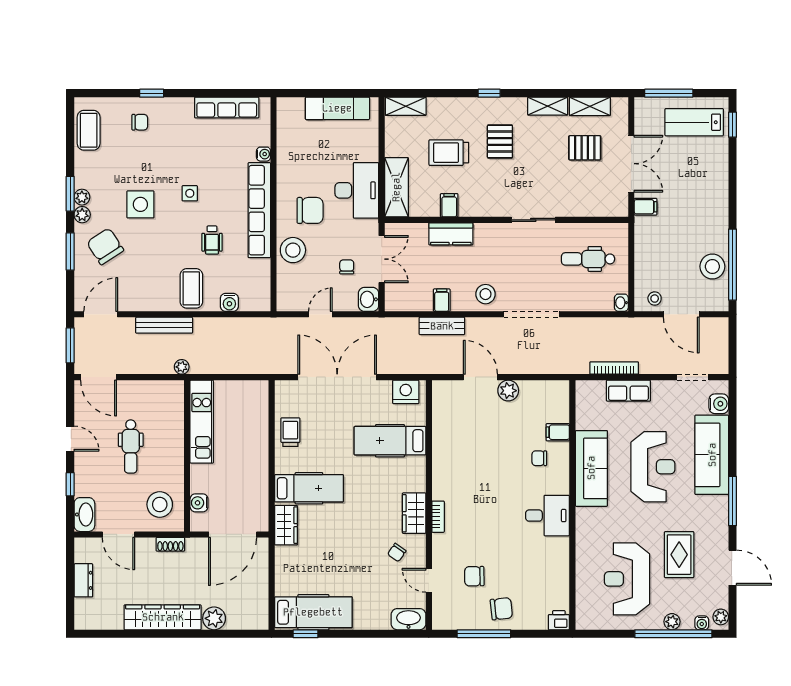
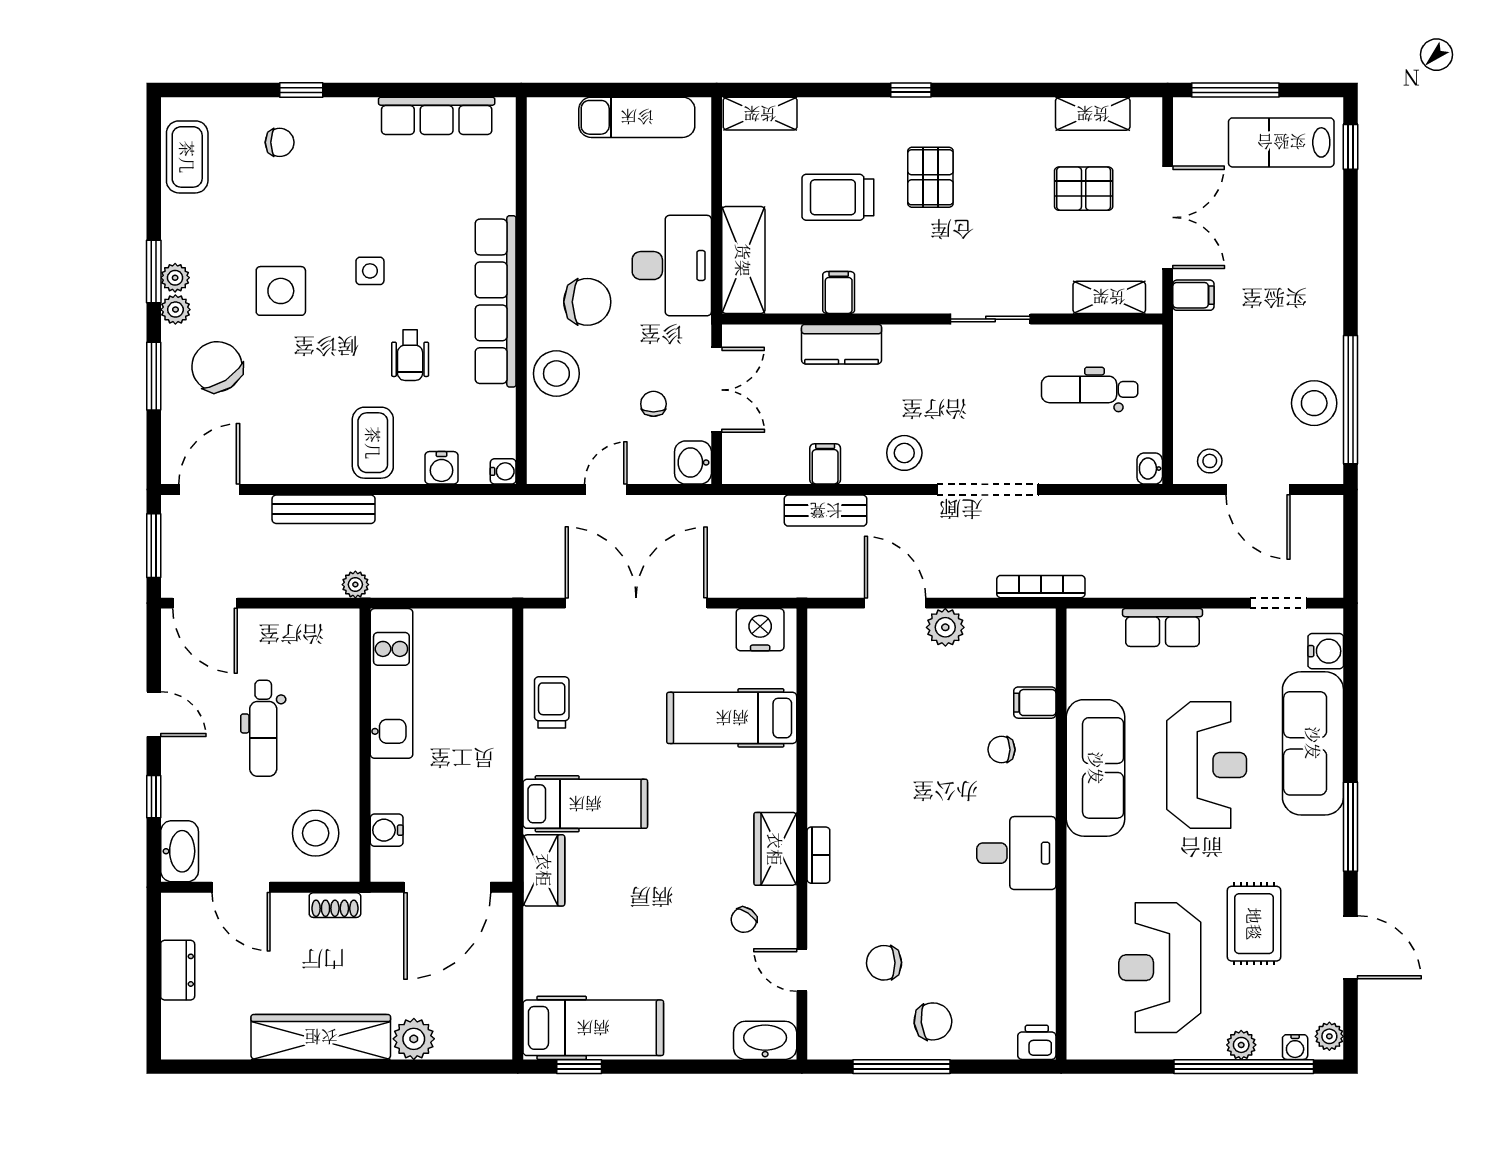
shelving: (548, 106) -> (1109, 297), moved
water cooler: (264, 154) -> (503, 471), moved
bookcase: (614, 368) -> (1041, 587), moved

